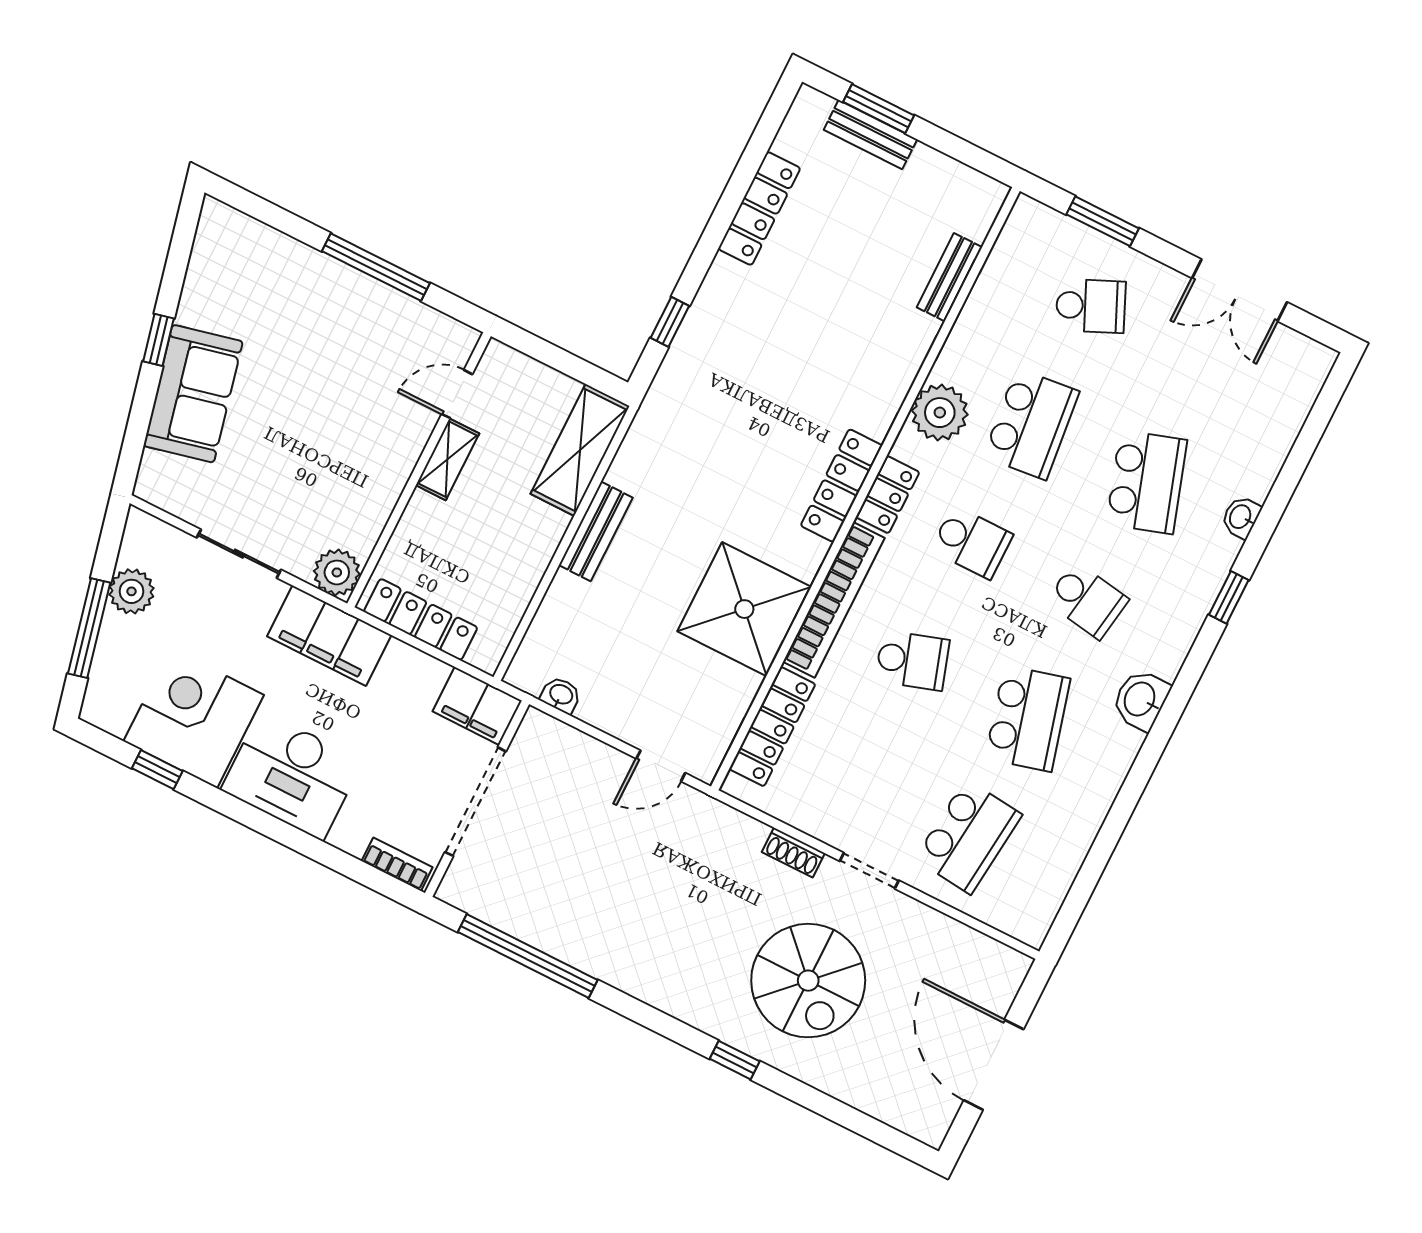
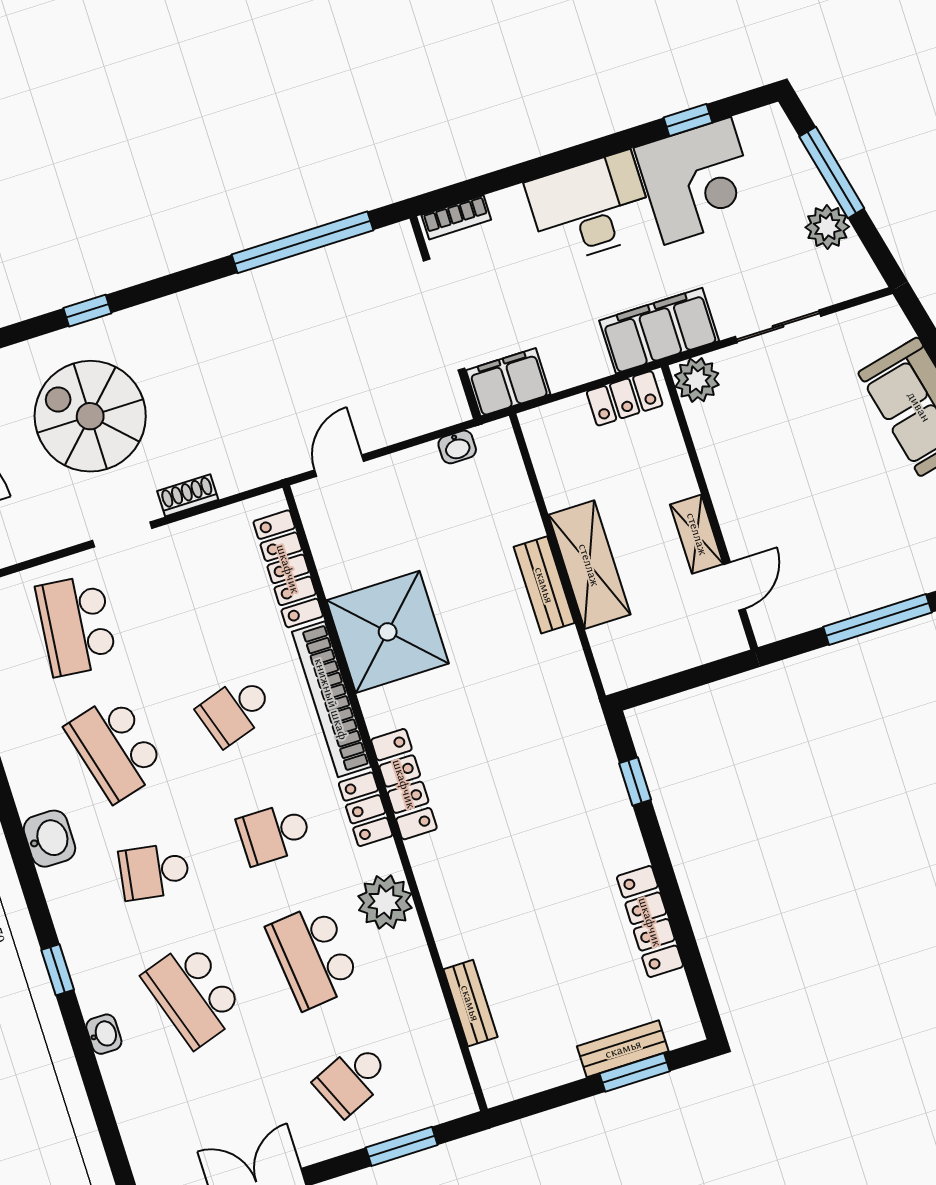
shelving: (580, 450) -> (589, 565), moved
locker: (421, 619) -> (625, 398), width x0.66

